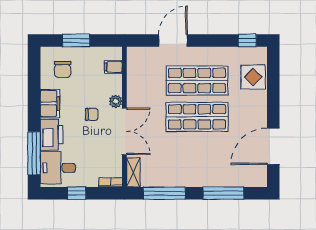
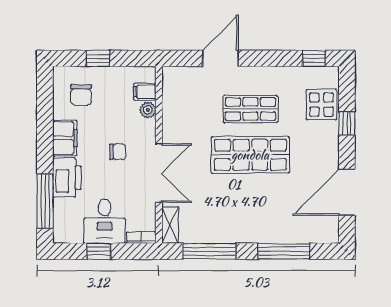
window: (76, 40) -> (98, 58), width x0.67
shop shelf: (197, 81) -> (250, 109), width x0.70, depth x0.74
window: (273, 92) -> (347, 124), added
plant: (116, 101) -> (148, 110), moved
desk: (58, 168) -> (105, 221), moved, turned -90

